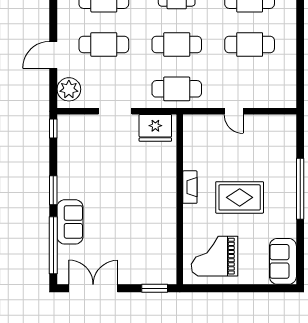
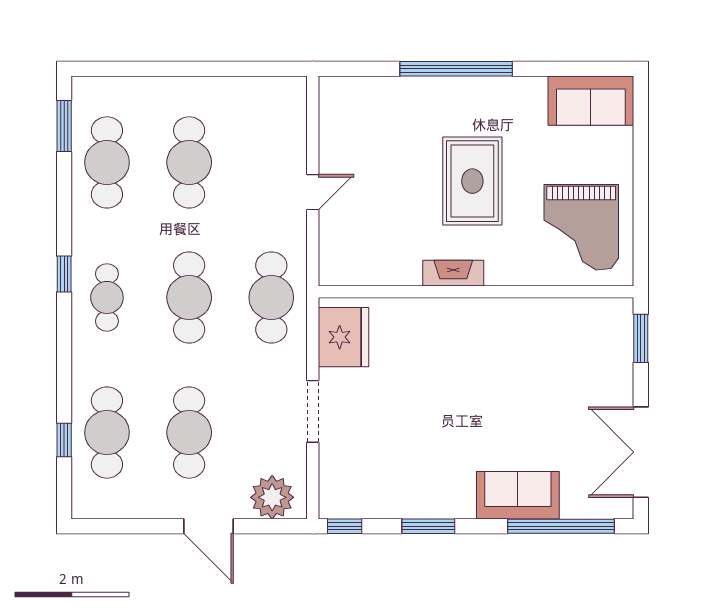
window: (53, 190) -> (428, 526), moved

